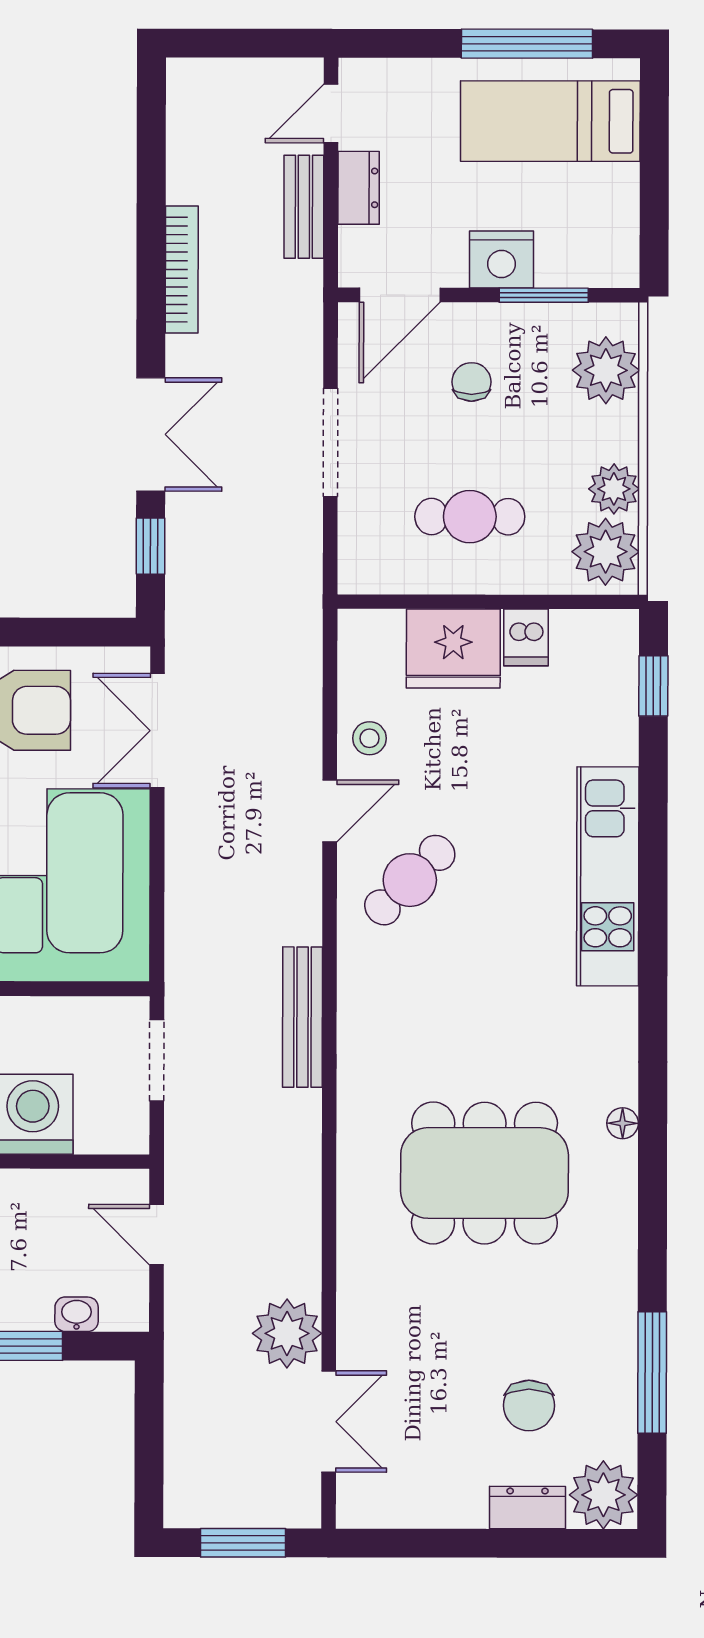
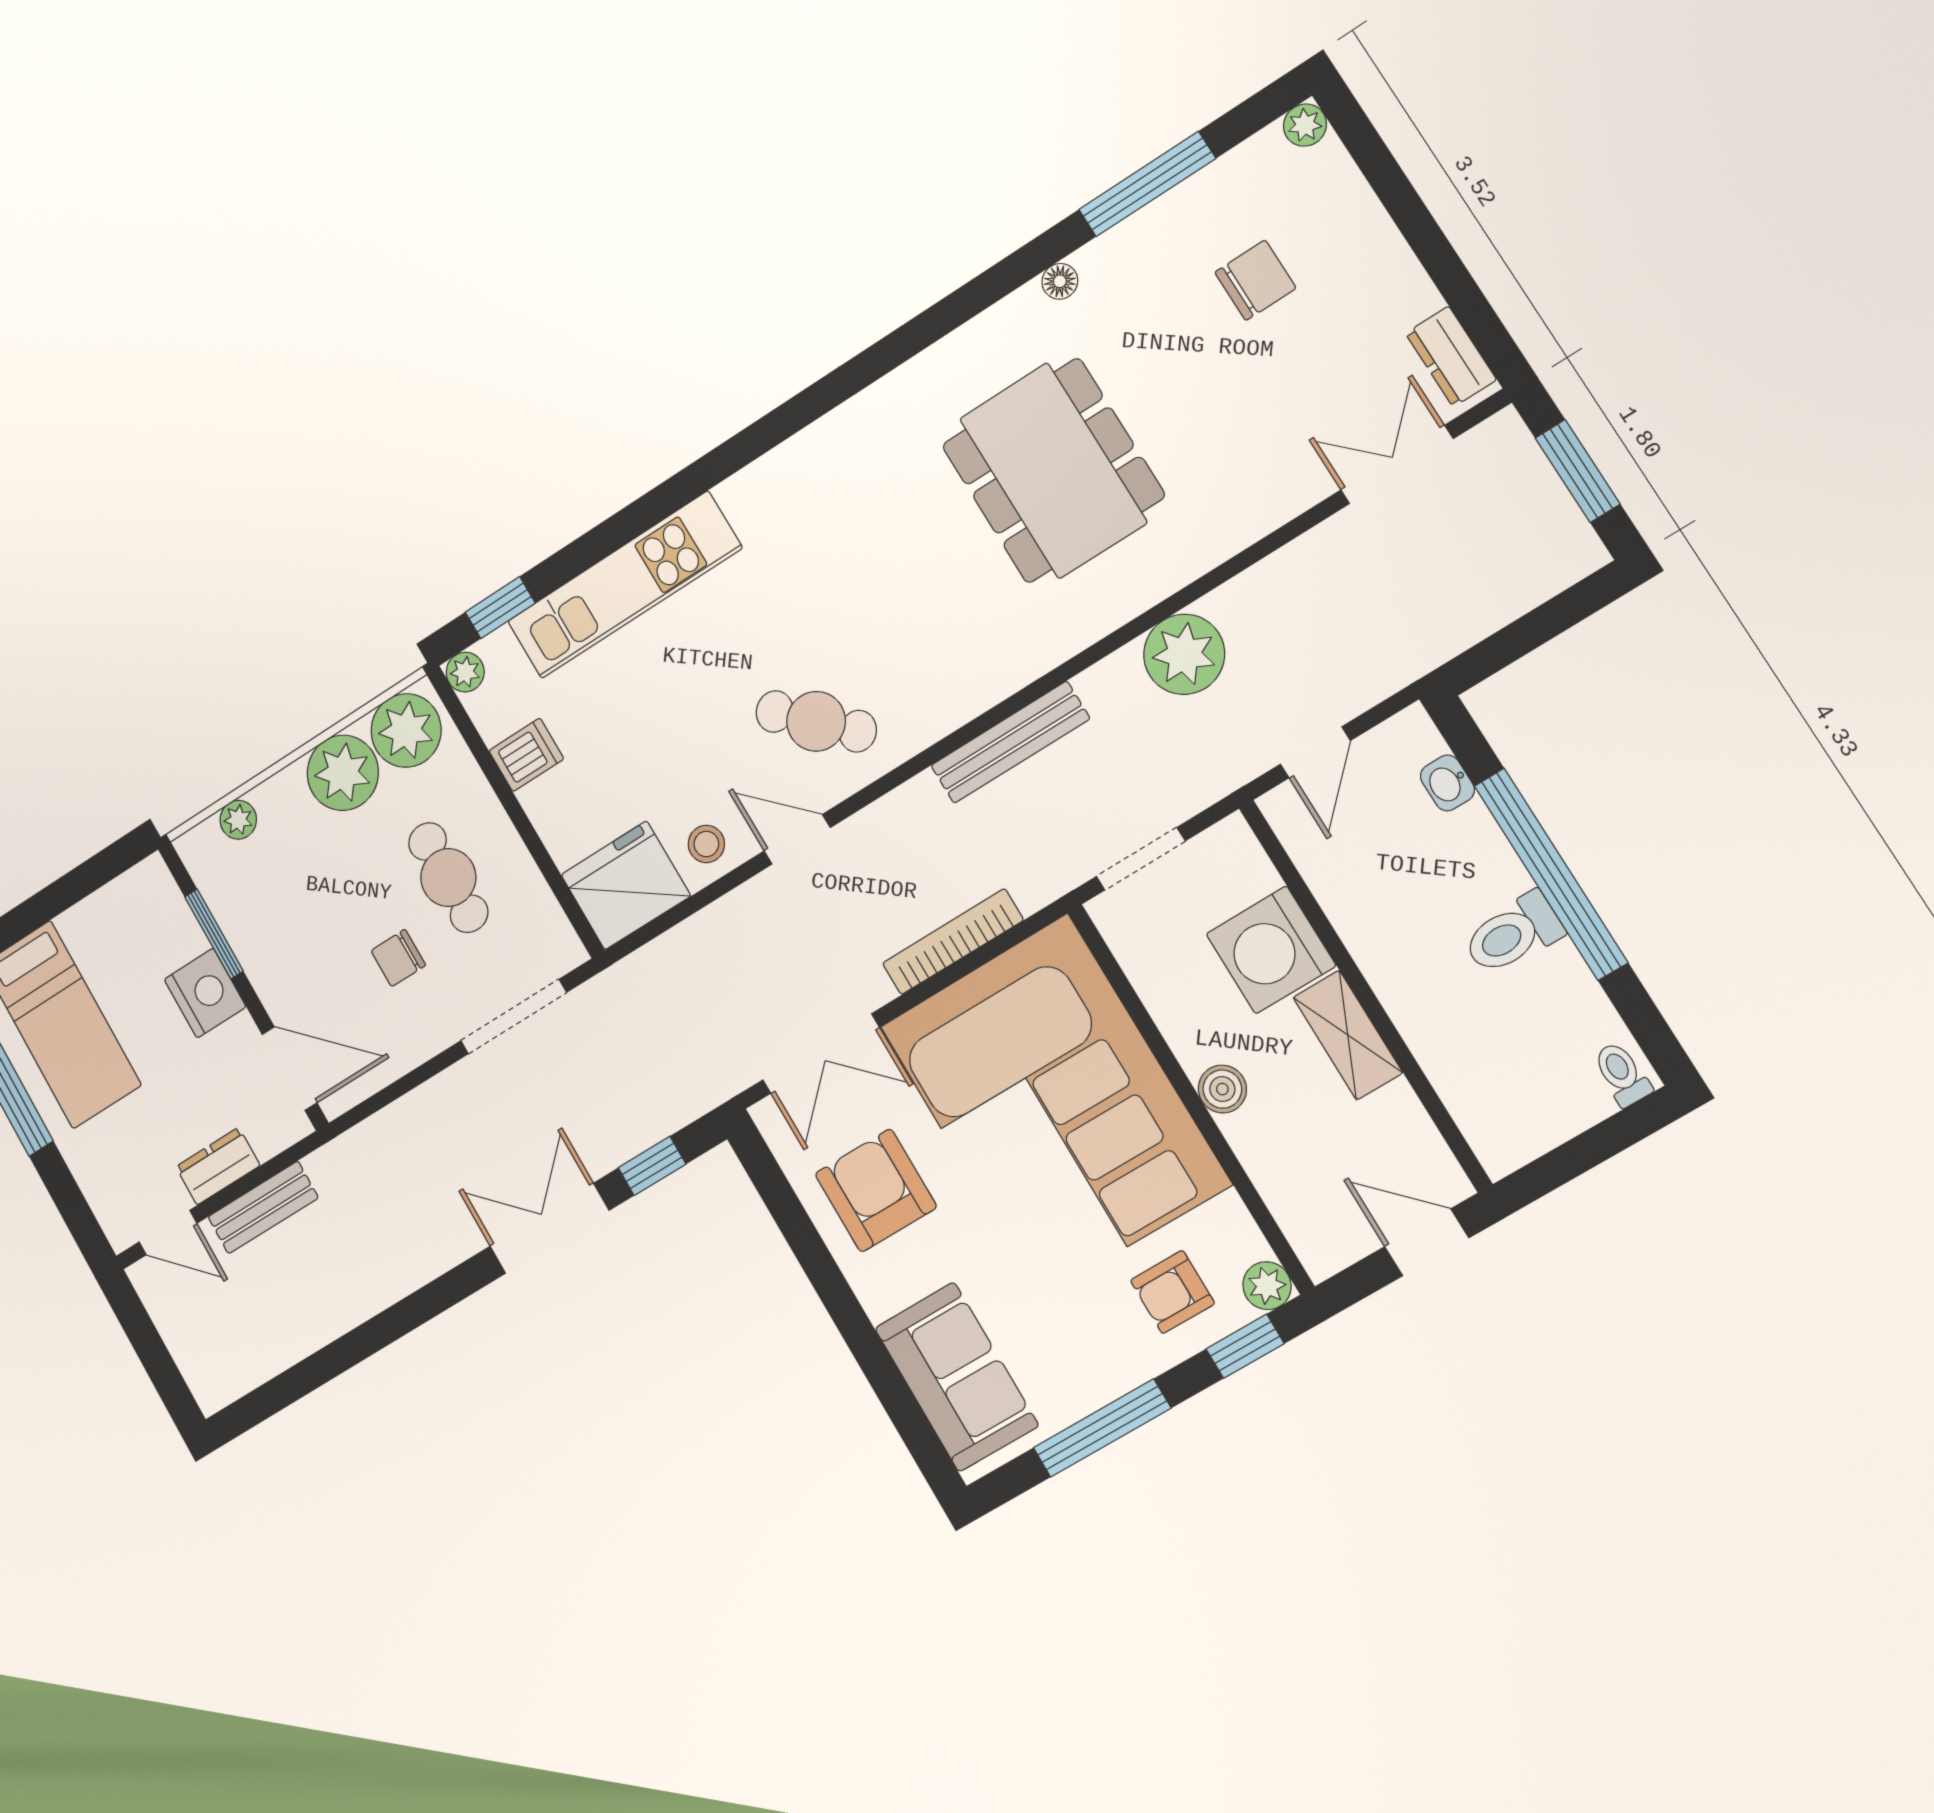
bookcase: (182, 269) -> (953, 942), moved
plant: (606, 370) -> (238, 820), width x0.53, depth x0.53
chair: (471, 382) -> (398, 958), moved
doorway: (330, 442) -> (513, 1017), moved
plant: (614, 489) -> (343, 773), width x1.36, depth x1.36
plant: (621, 627) -> (465, 672), added
fridge: (453, 649) -> (626, 885), moved, turned -90
kitchen unit: (608, 876) -> (624, 585), moved
floor lamp: (623, 1123) -> (1060, 281), moved
plant: (287, 1333) -> (1184, 654), moved
plant: (603, 1495) -> (1305, 125), width x0.53, depth x0.53
dresser: (528, 1508) -> (1451, 357), moved

